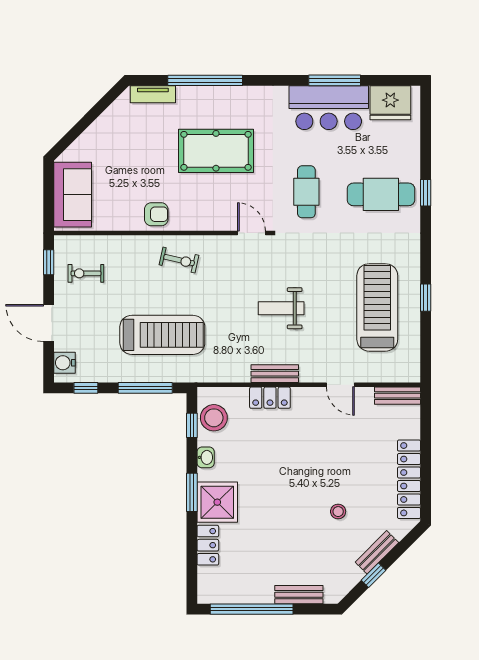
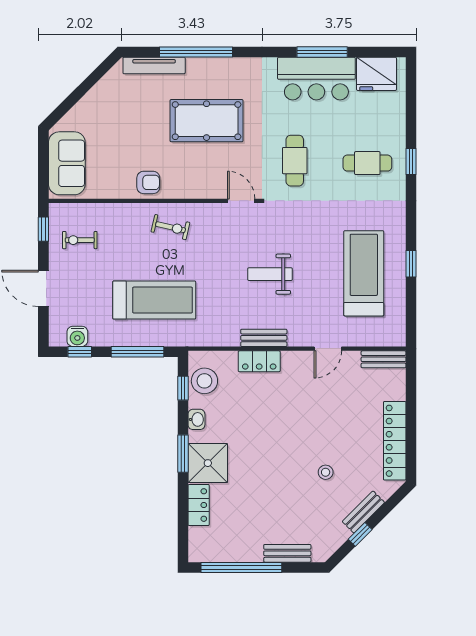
tv unit: (153, 94) -> (154, 65), width x1.41
cafe table: (381, 194) -> (367, 163), width x0.73, depth x0.74
water cooler: (64, 363) -> (77, 336), moved, turned -90
door: (340, 385) -> (328, 349), hinge flipped

